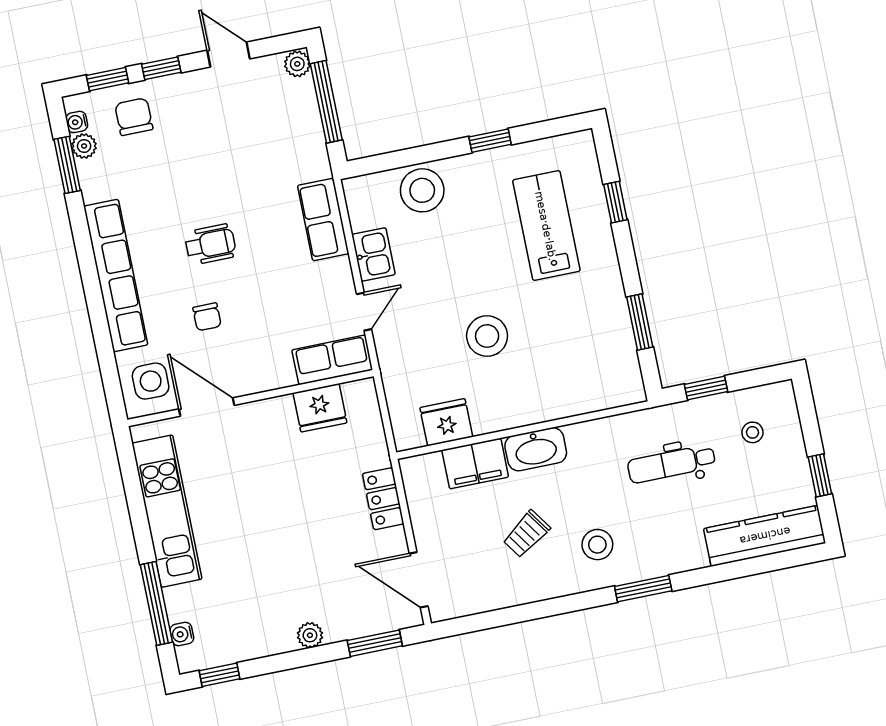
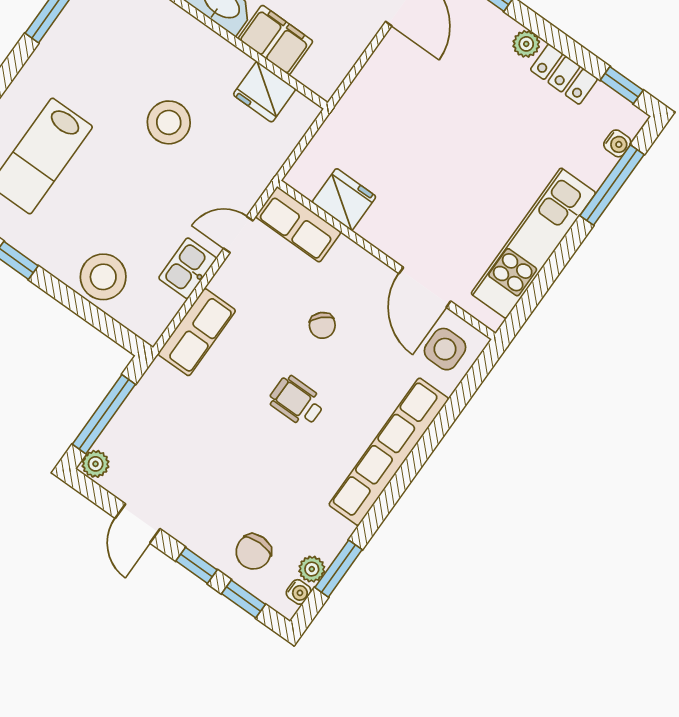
chair: (207, 317) -> (322, 325), moved, turned 136
locker: (383, 499) -> (564, 74), moved, turned 90

